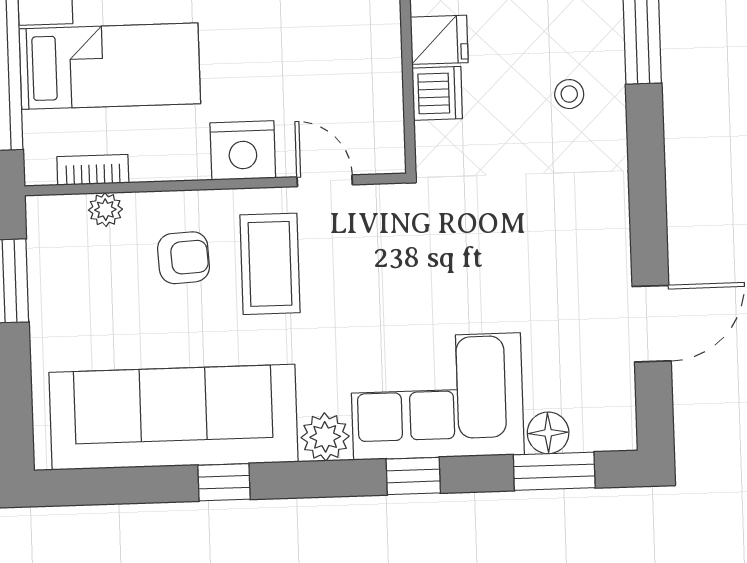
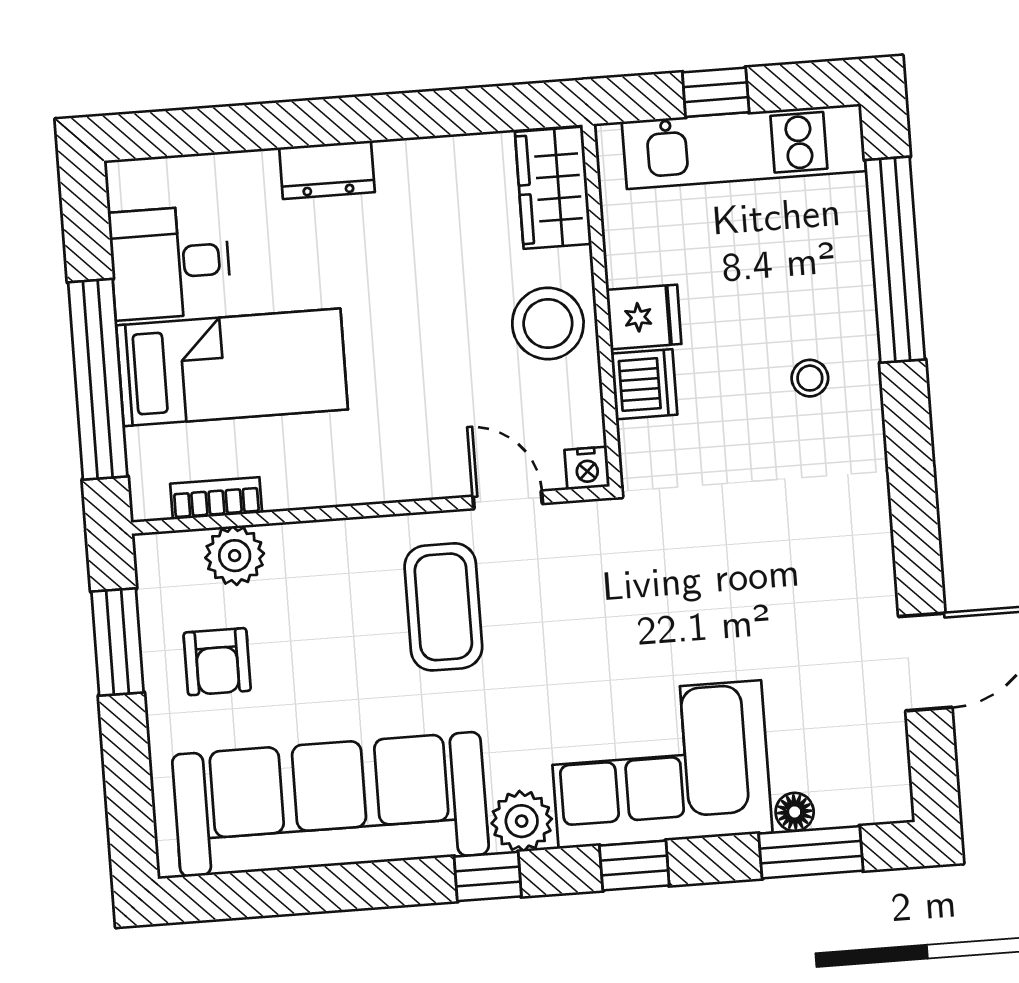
stool: (363, 42) -> (548, 324), added
nightstand: (243, 150) -> (587, 468), moved, width x0.53, depth x0.56
plant: (105, 210) -> (235, 556), width x1.38, depth x1.38
armchair: (184, 258) -> (217, 662), moved, turned 93
floor lamp: (548, 433) -> (795, 812), width x0.73, depth x0.73
window: (224, 482) -> (488, 877), moved

